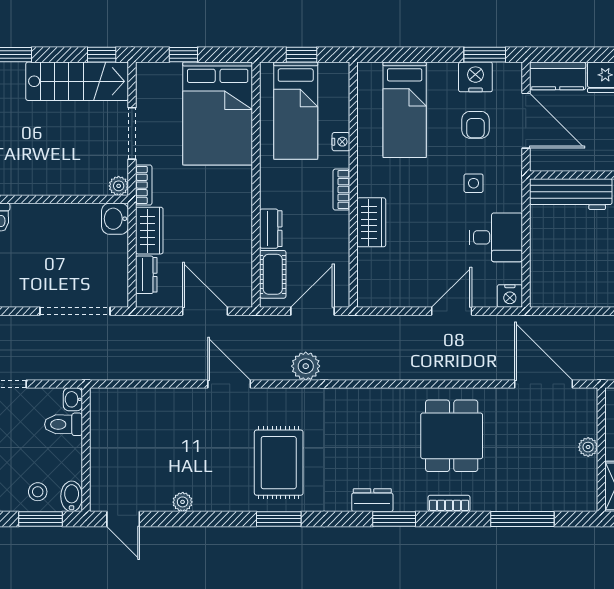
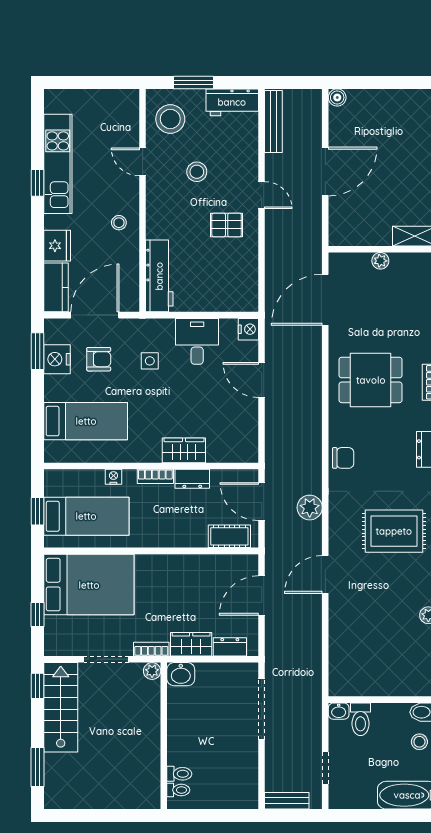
dresser: (271, 229) -> (192, 479), moved, turned 180
chair: (362, 404) -> (343, 458), added

